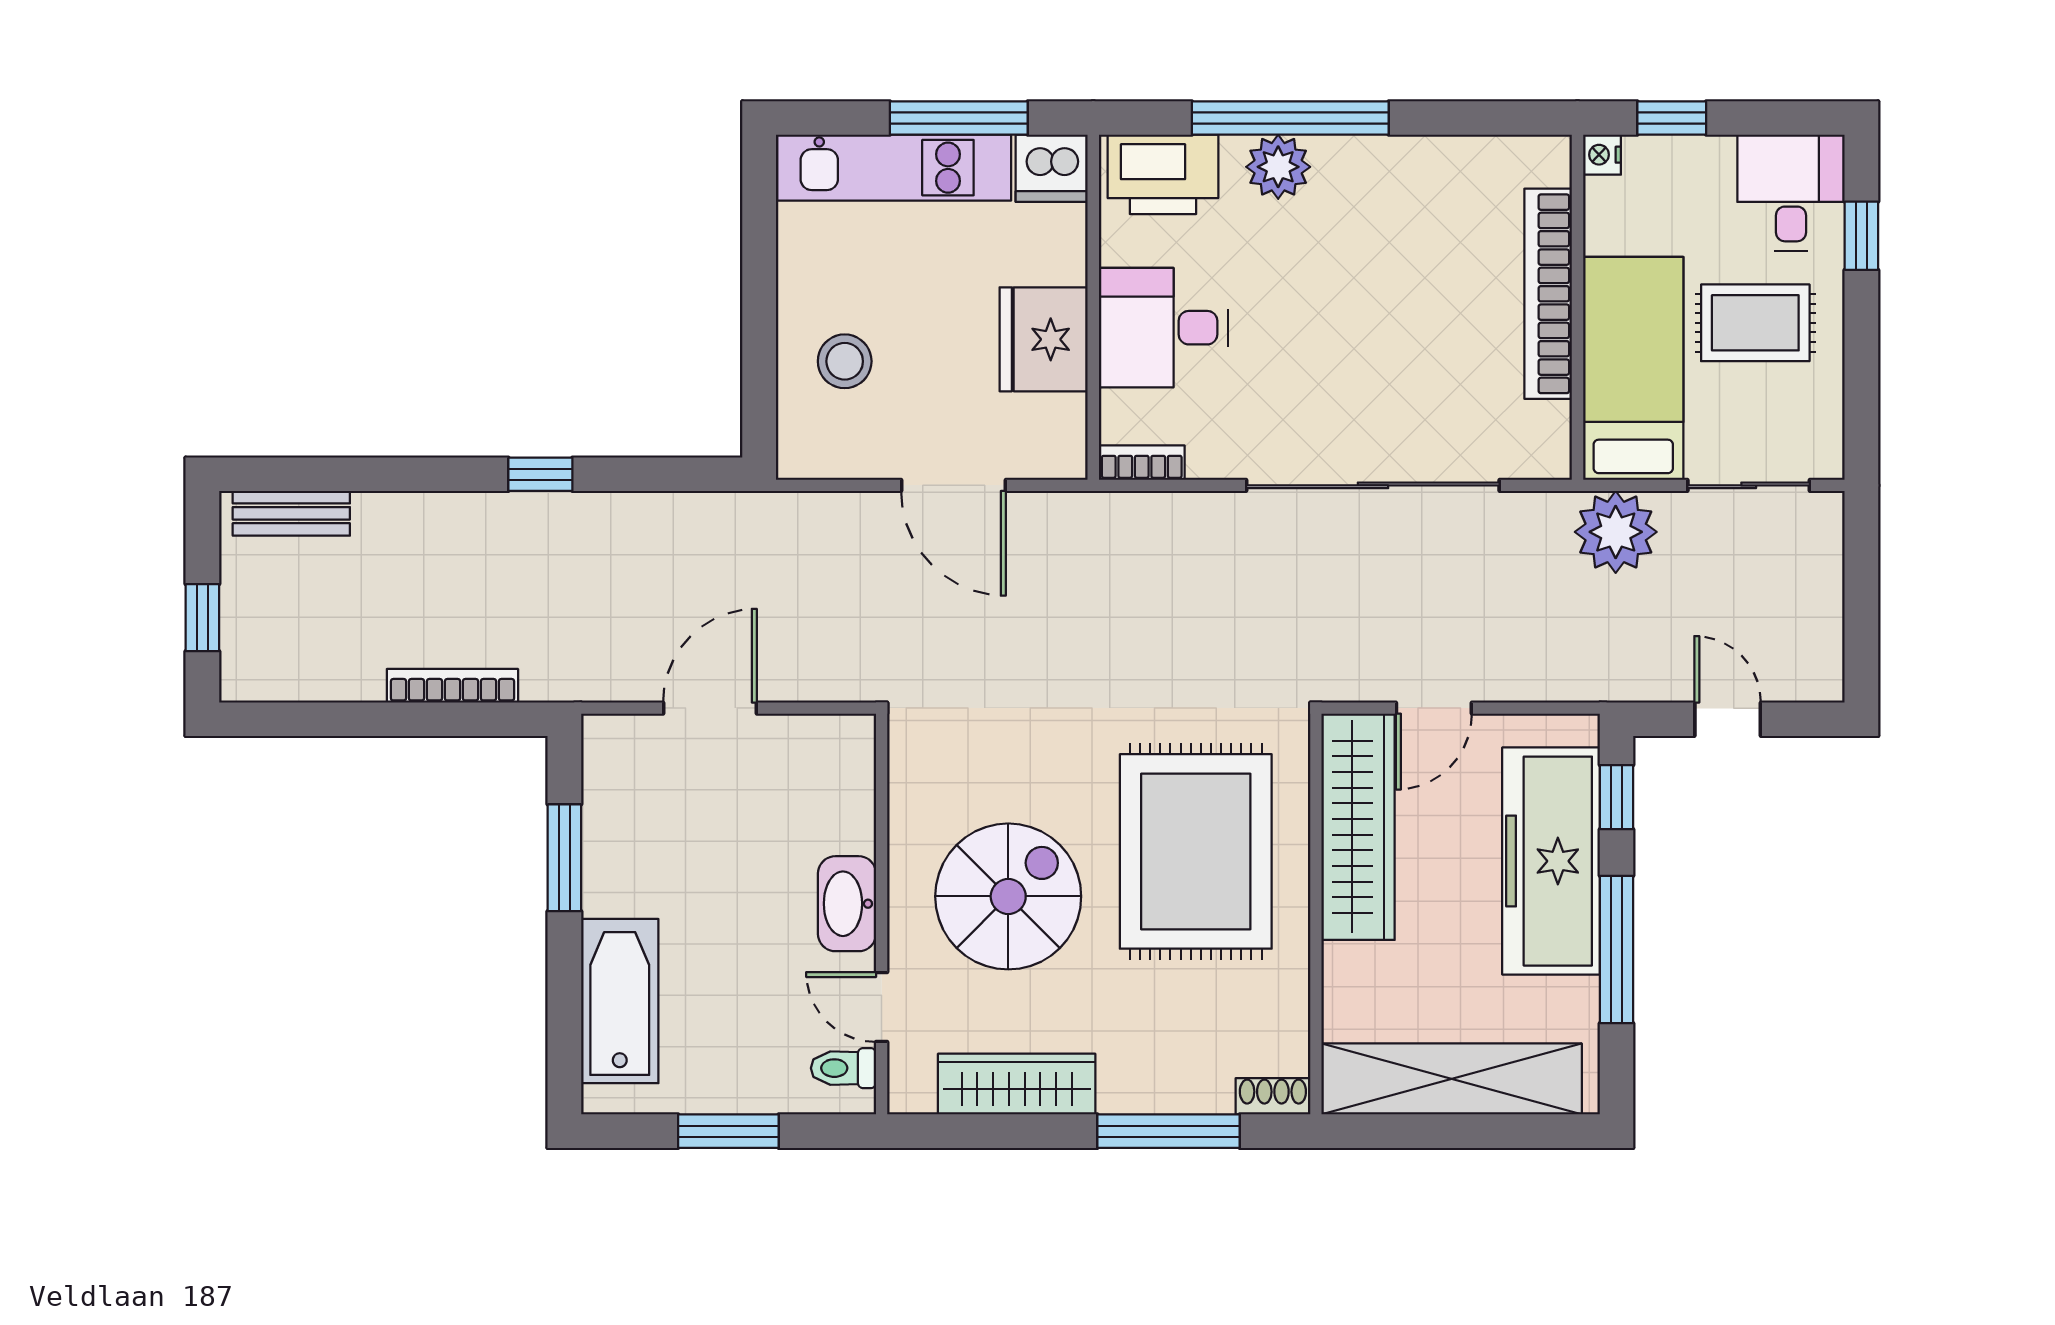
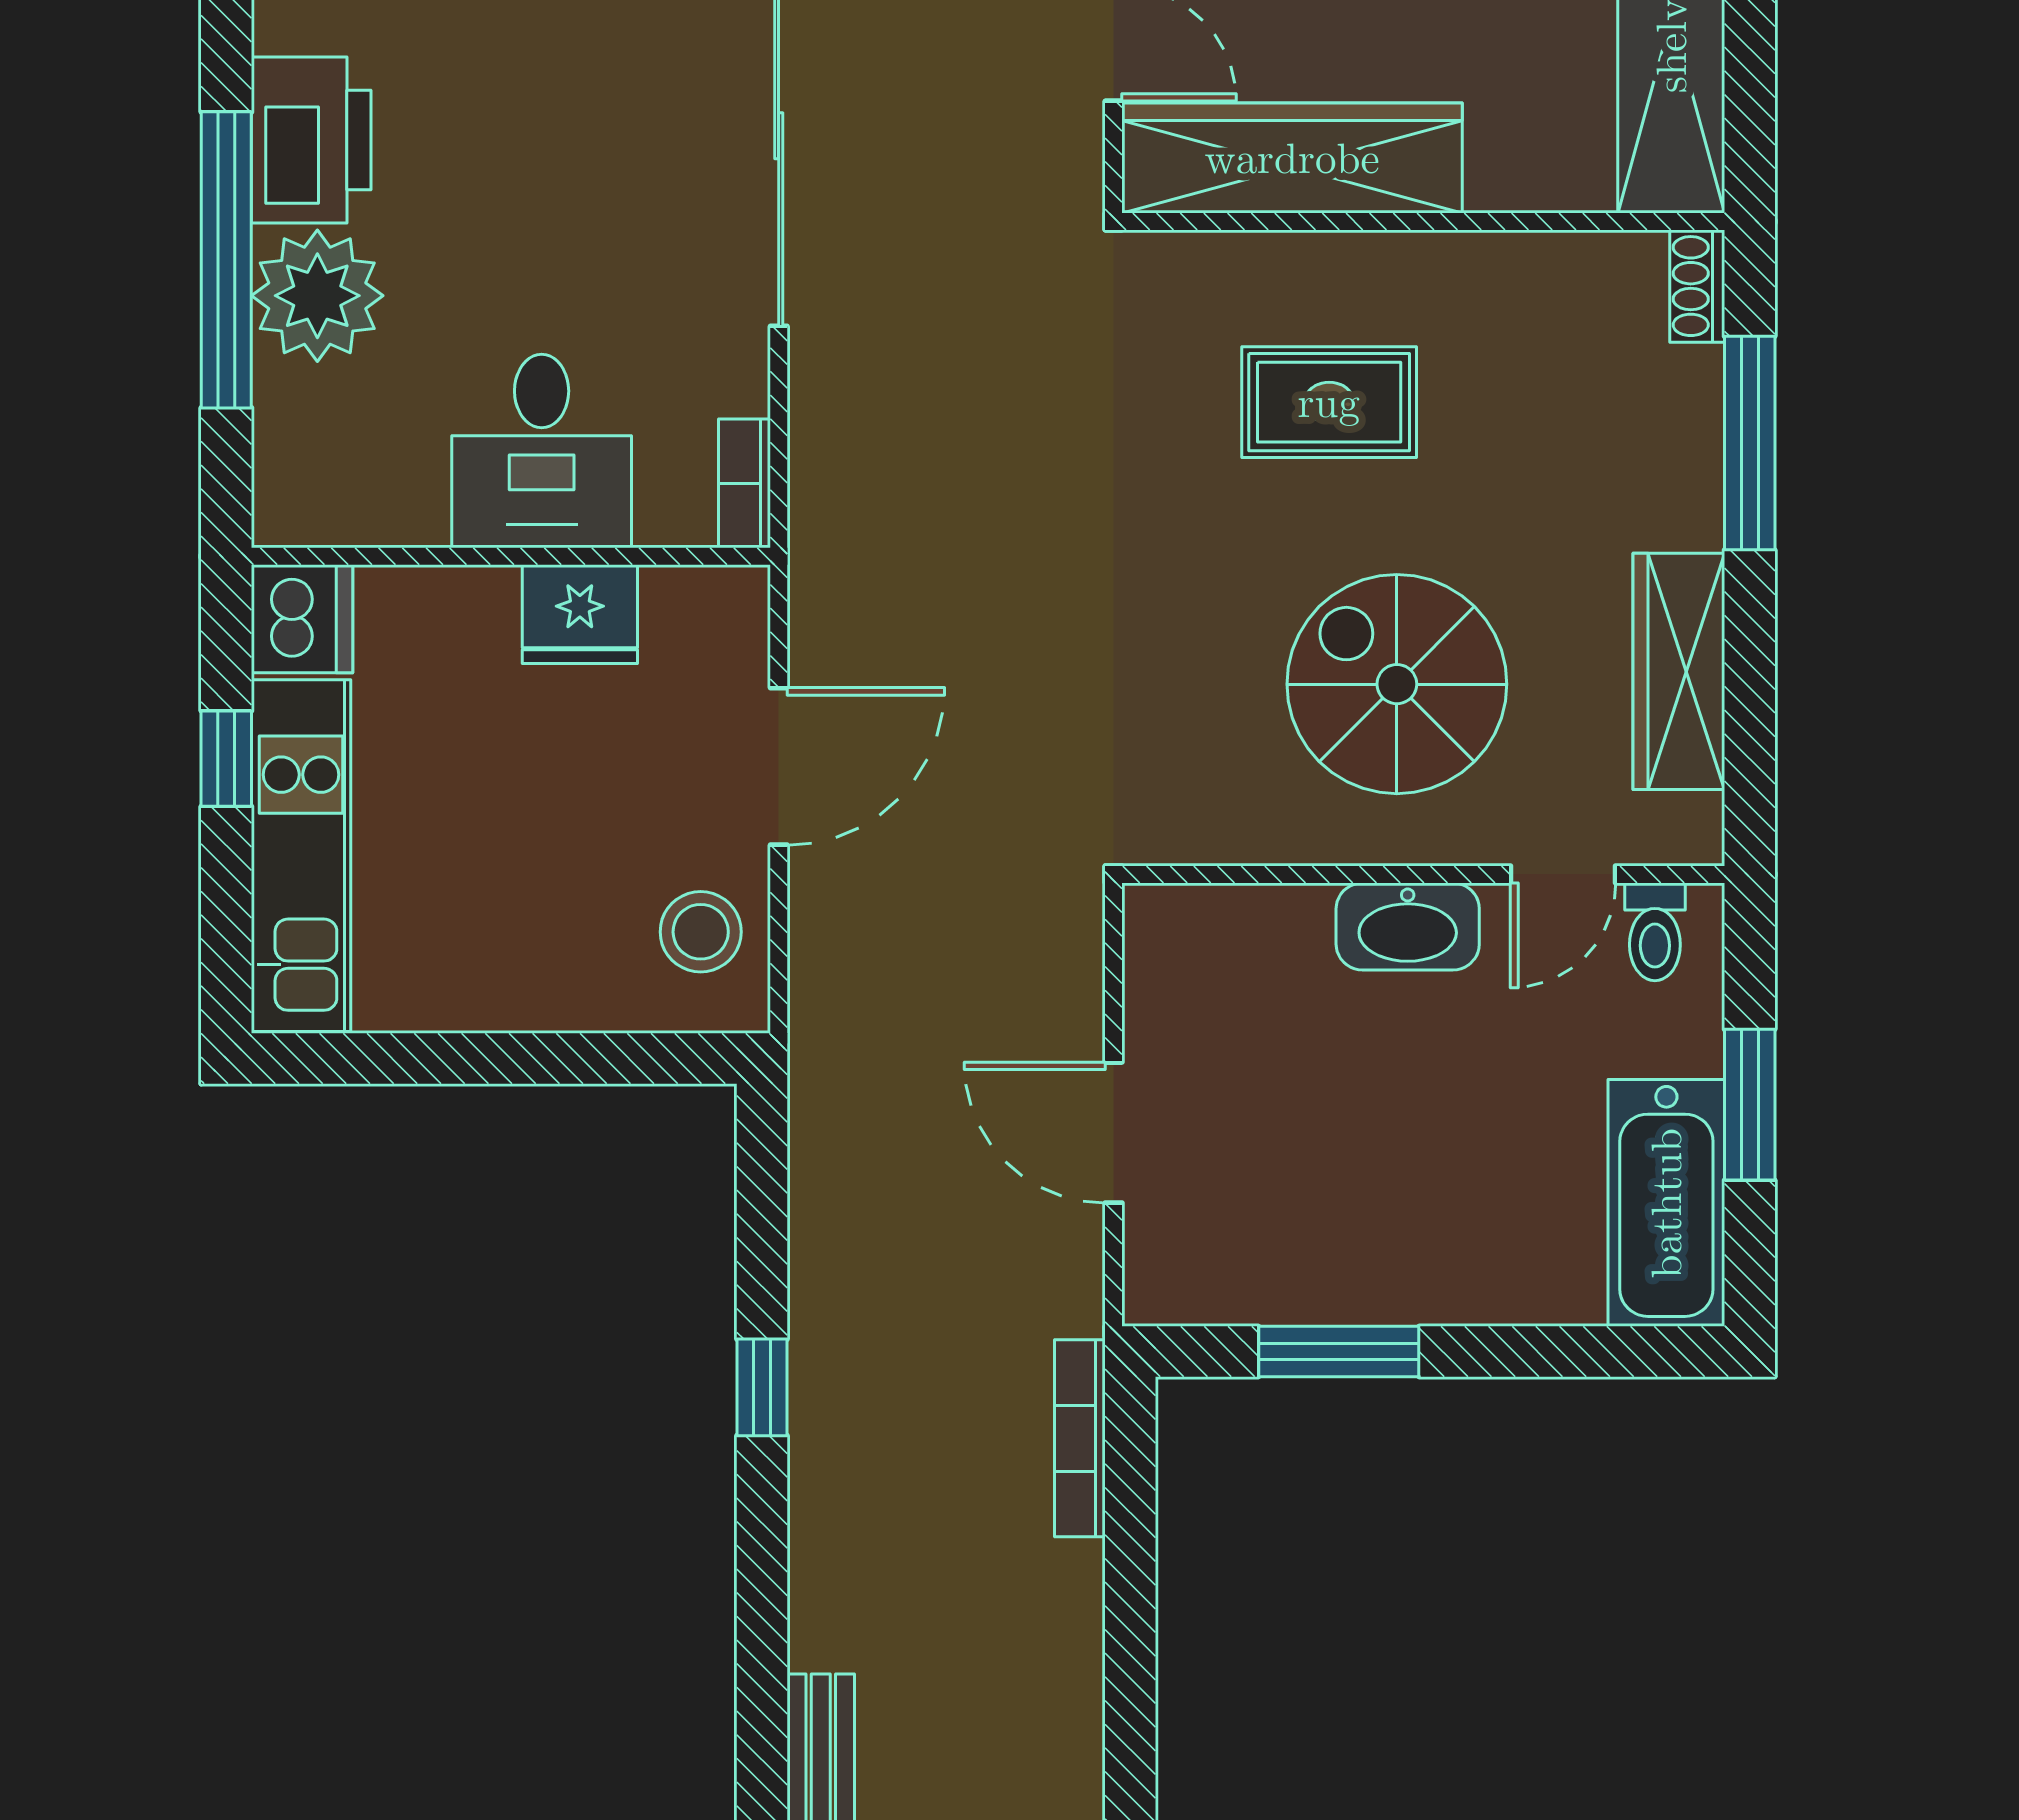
window: (959, 118) -> (226, 759), width x0.46
plant: (1278, 167) -> (317, 296), width x1.36, depth x1.36
printer: (1163, 174) -> (311, 140), moved
fridge: (1044, 339) -> (580, 614), width x0.73, depth x0.75
stool: (845, 361) -> (701, 932), moved
bookcase: (452, 686) -> (1080, 1438), moved
rug: (1196, 851) -> (1329, 402), width x0.54, depth x0.49
bathtub: (620, 1001) -> (1666, 1203), moved, turned -90

